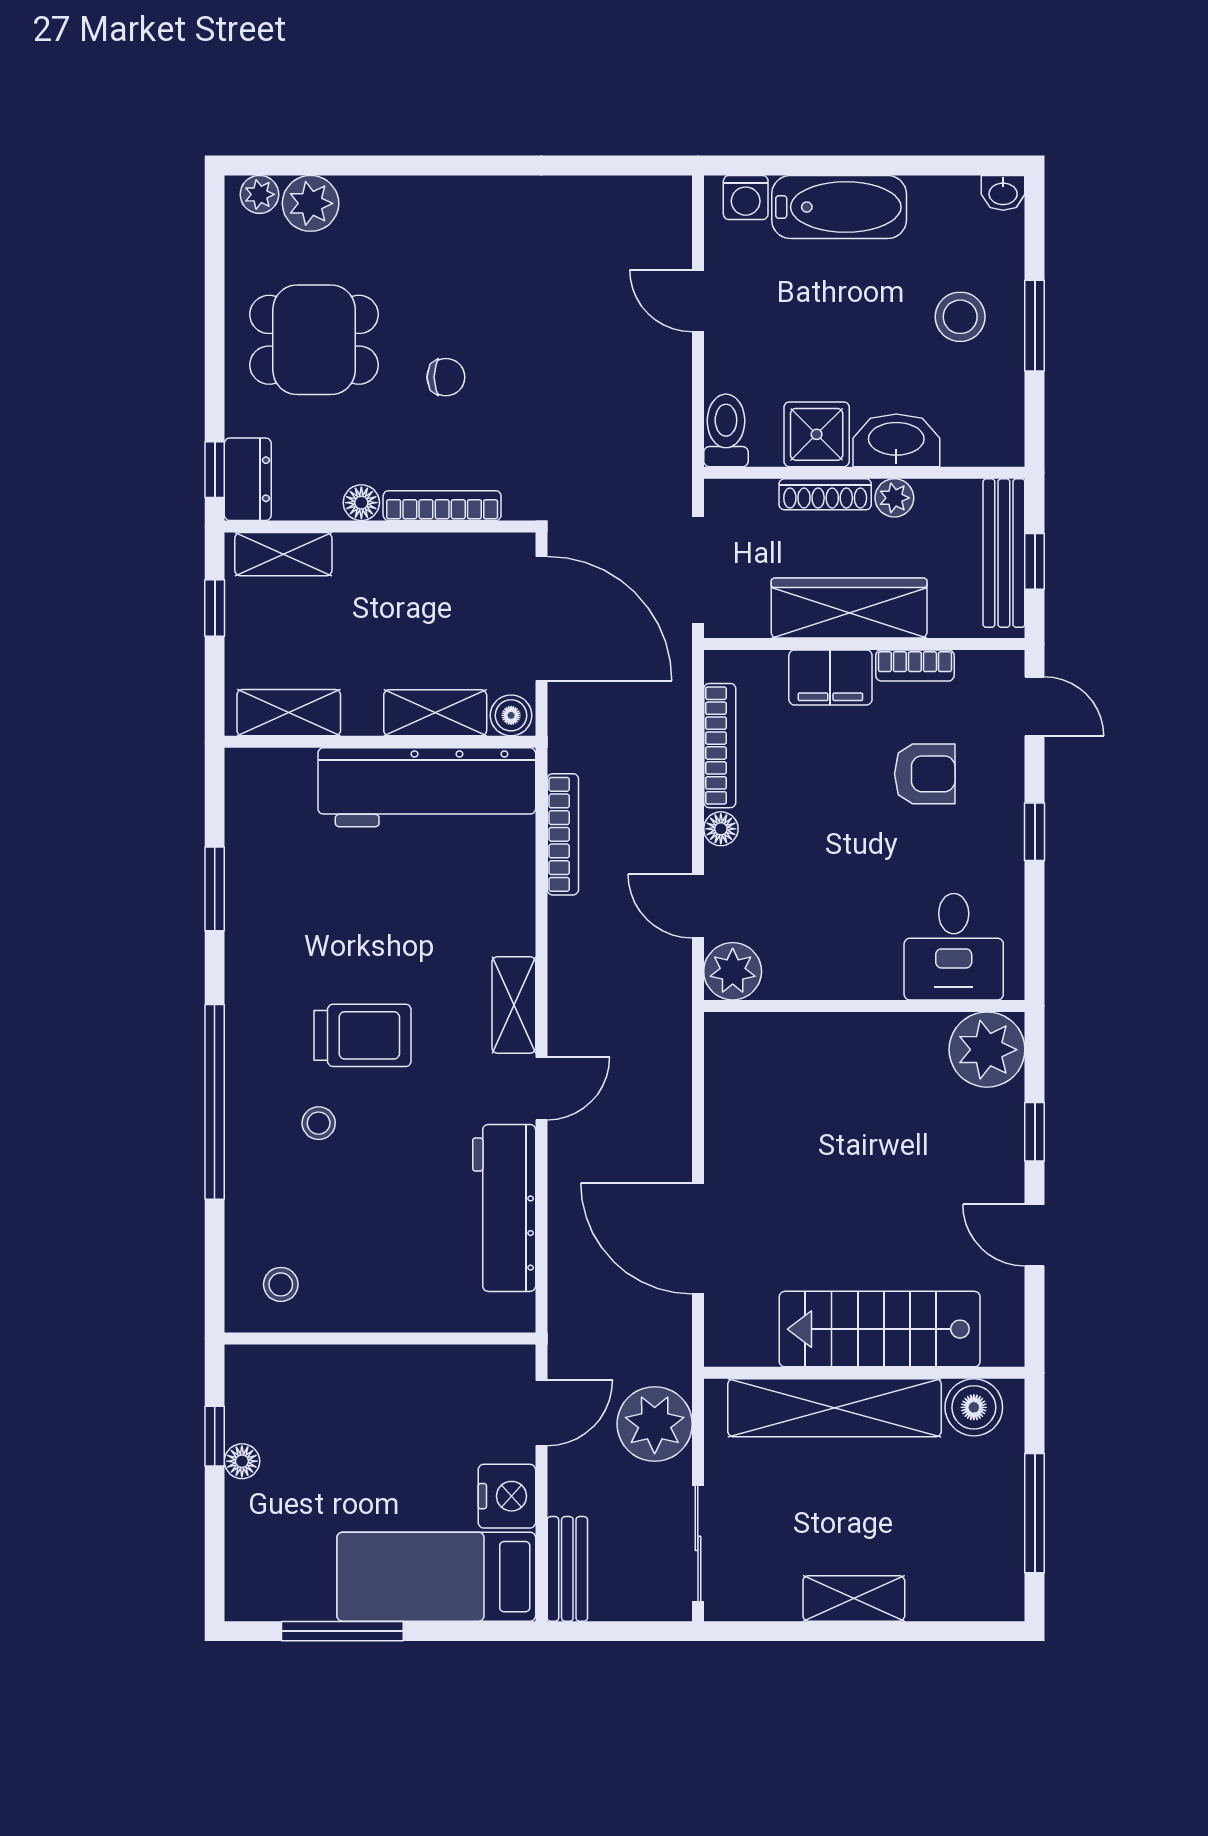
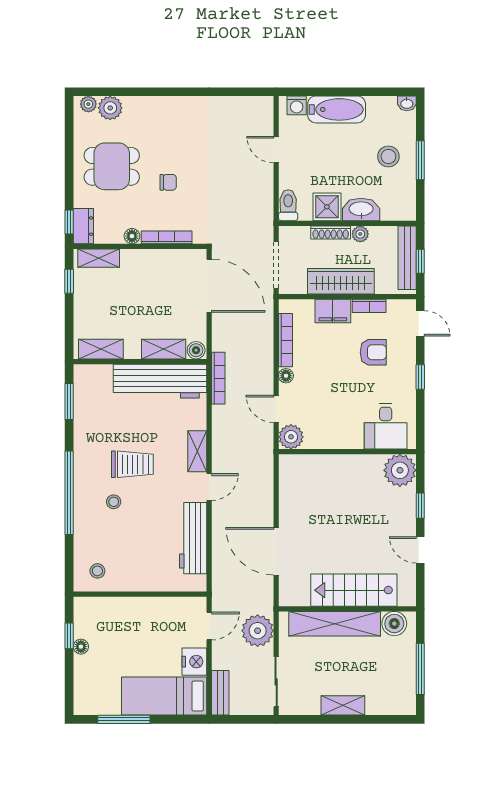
shelving: (289, 713) -> (101, 349), moved
shelving: (435, 713) -> (164, 349), moved
boiler: (511, 715) -> (196, 350), moved
wall: (380, 742) -> (140, 362), moved
workbench: (427, 787) -> (160, 381), moved

